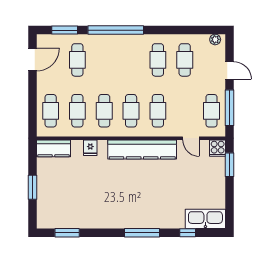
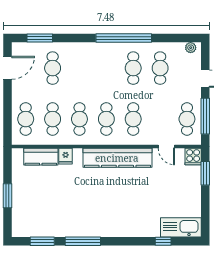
window: (116, 30) -> (124, 38), moved
kitchen counter: (54, 148) -> (41, 157), moved
window: (142, 233) -> (83, 241), moved

